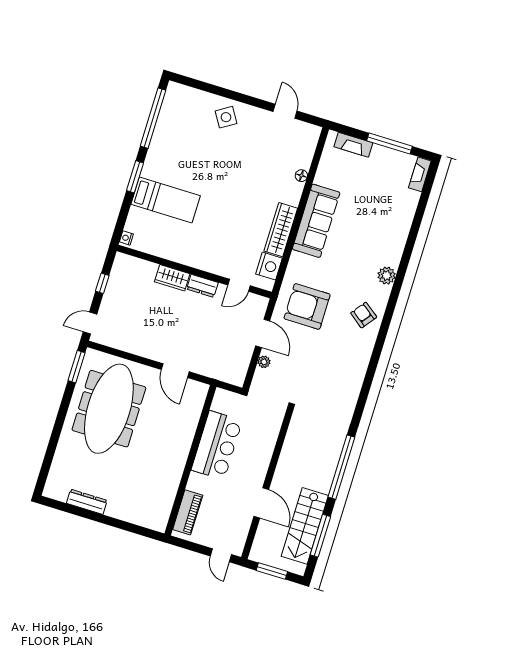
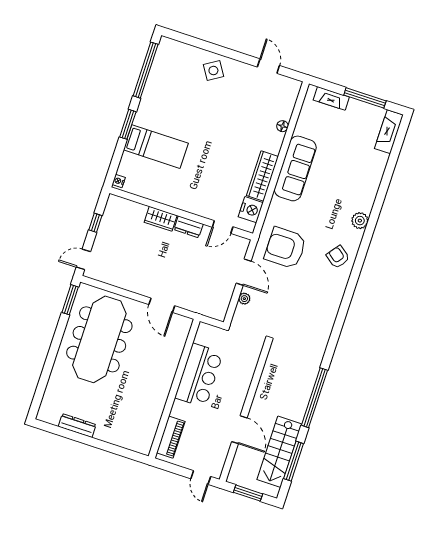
fireplace: (420, 174) -> (389, 132), width x1.37, depth x1.32

